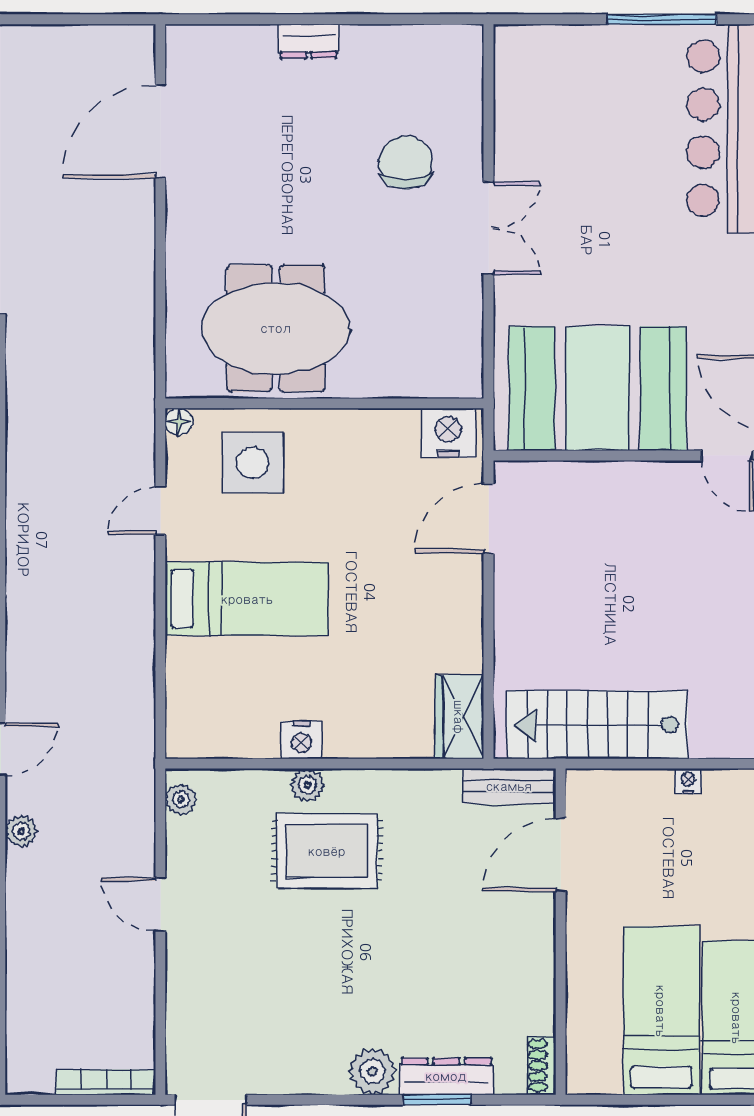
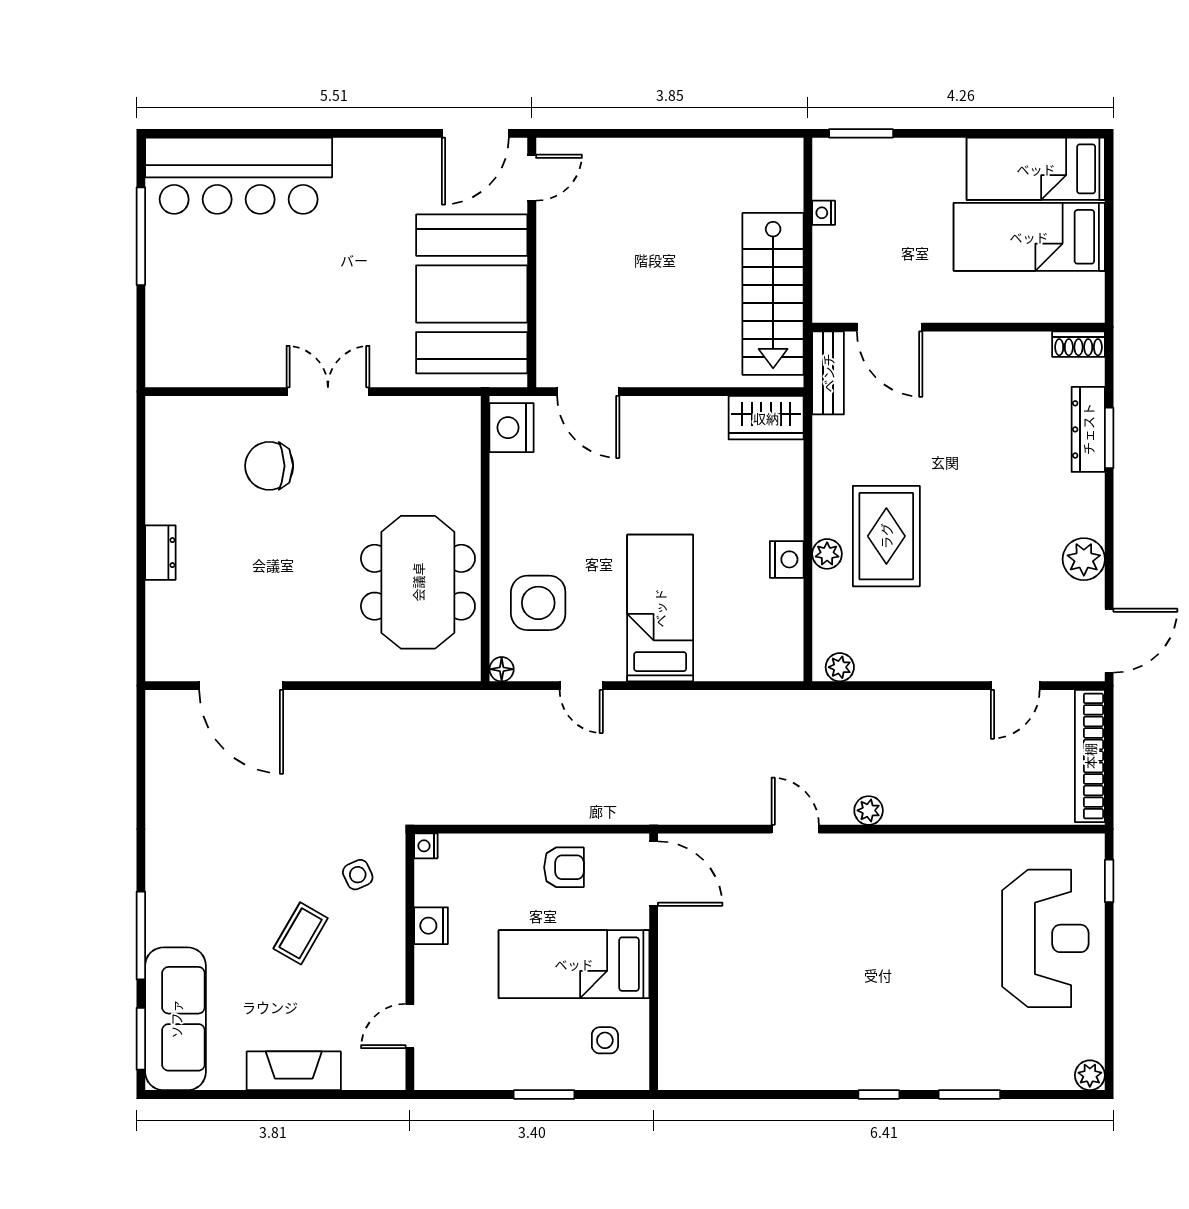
door: (160, 905) -> (1015, 686), moved
plant: (372, 1071) -> (1084, 559), moved
bookcase: (106, 1082) -> (1090, 756), width x1.48, depth x1.31

